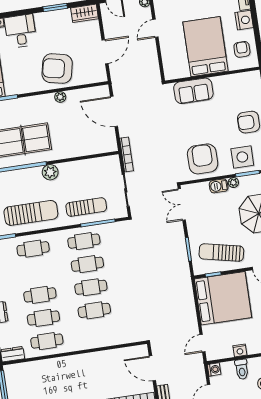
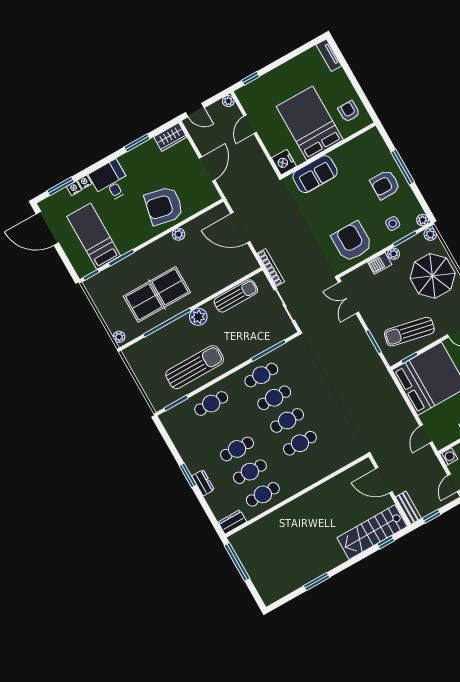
nightstand: (244, 20) -> (284, 162), moved, turned 180
side table: (242, 157) -> (393, 224), width x0.54, depth x0.54
sun lounger: (86, 207) -> (236, 296), moved

